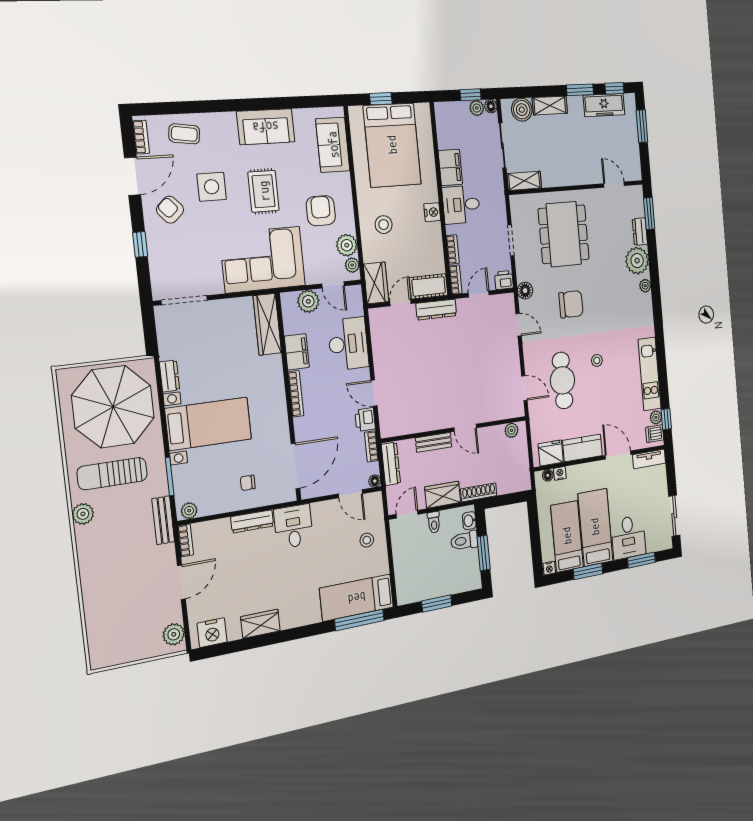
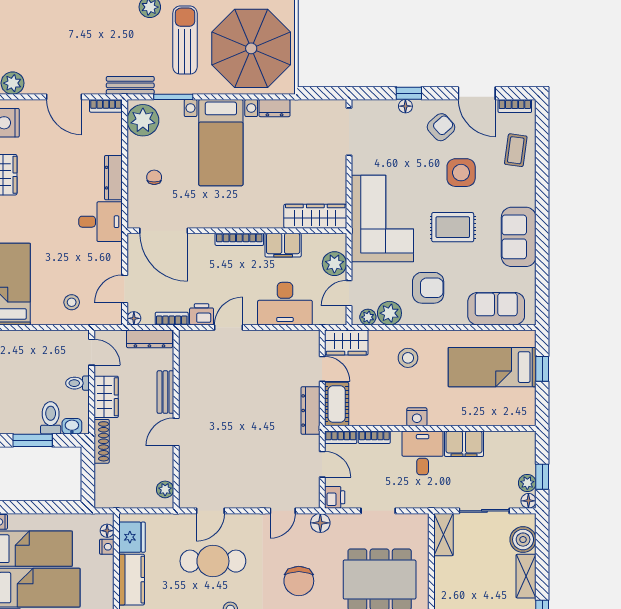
bed: (392, 145) -> (492, 367), width x0.67
floor lamp: (153, 247) -> (405, 106), added
plant: (189, 511) -> (143, 120), width x1.87, depth x1.87

